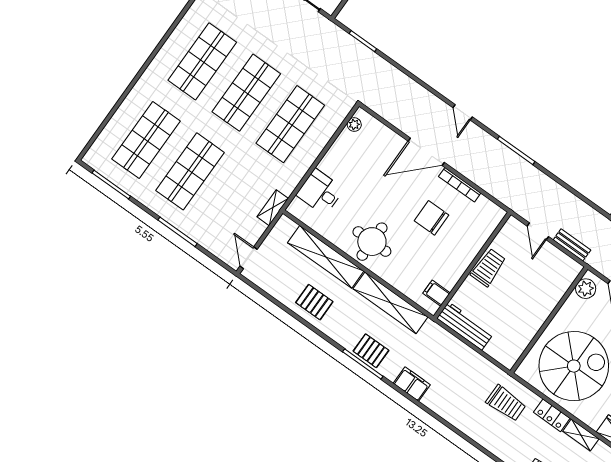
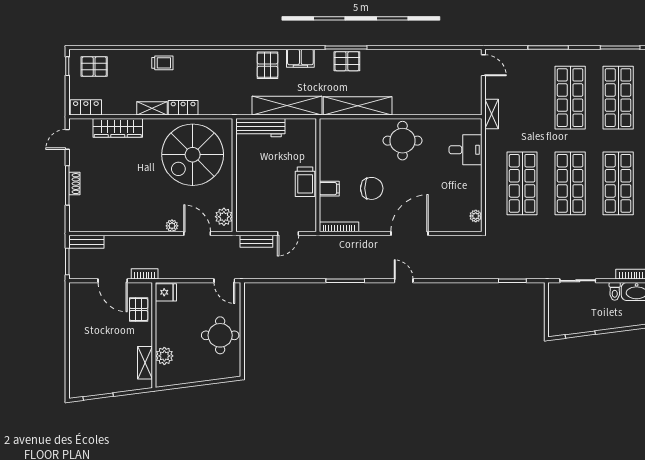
bookcase: (460, 185) -> (339, 227), moved
door: (538, 231) -> (288, 233), swing flipped
shelving: (326, 257) -> (287, 106), moved
filing cabinet: (437, 293) -> (329, 189), moved
pallet: (314, 302) -> (268, 65), moved, turned 90
workbench: (465, 326) -> (260, 128), moved
trolley: (506, 403) -> (222, 93), removed

